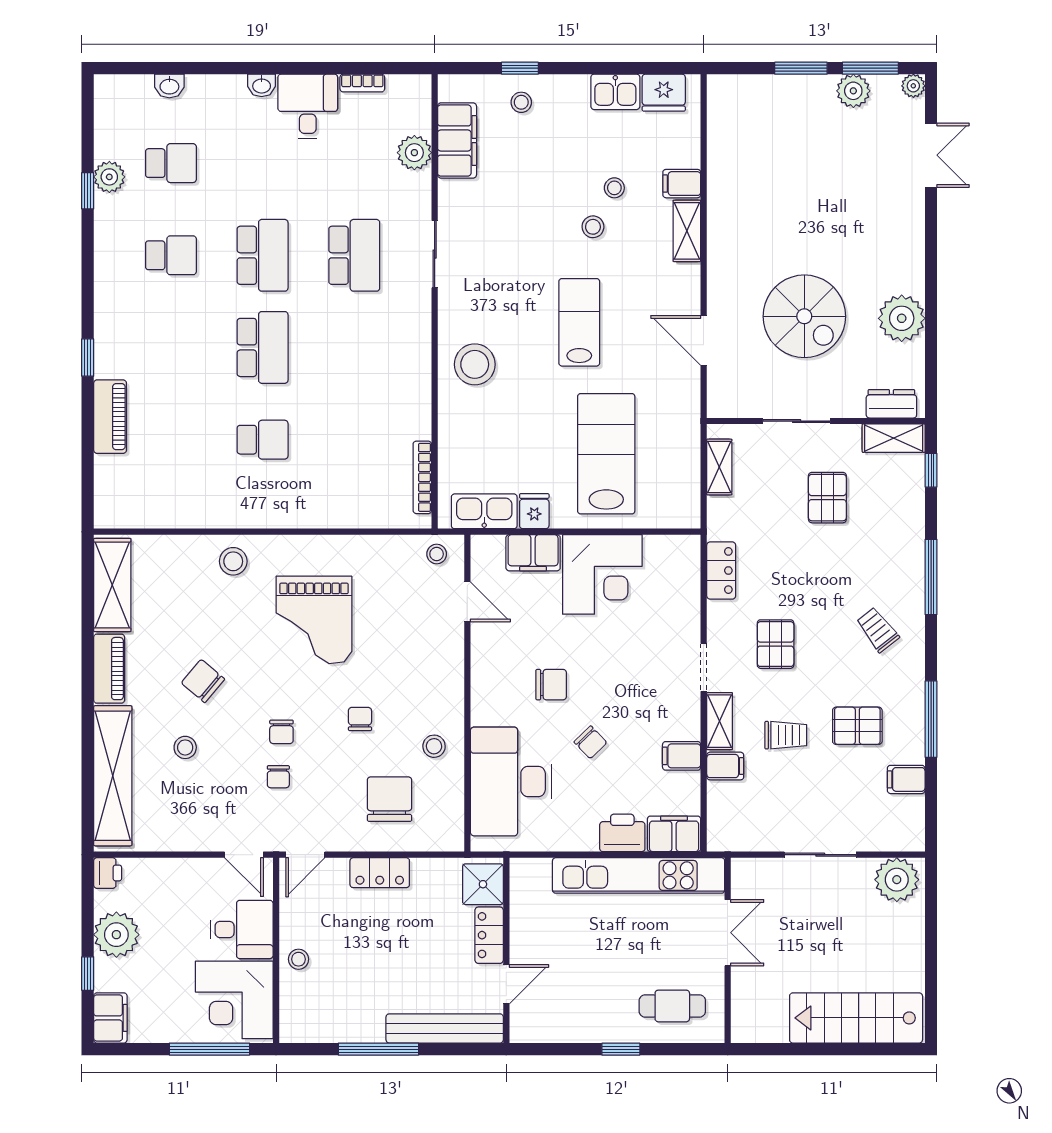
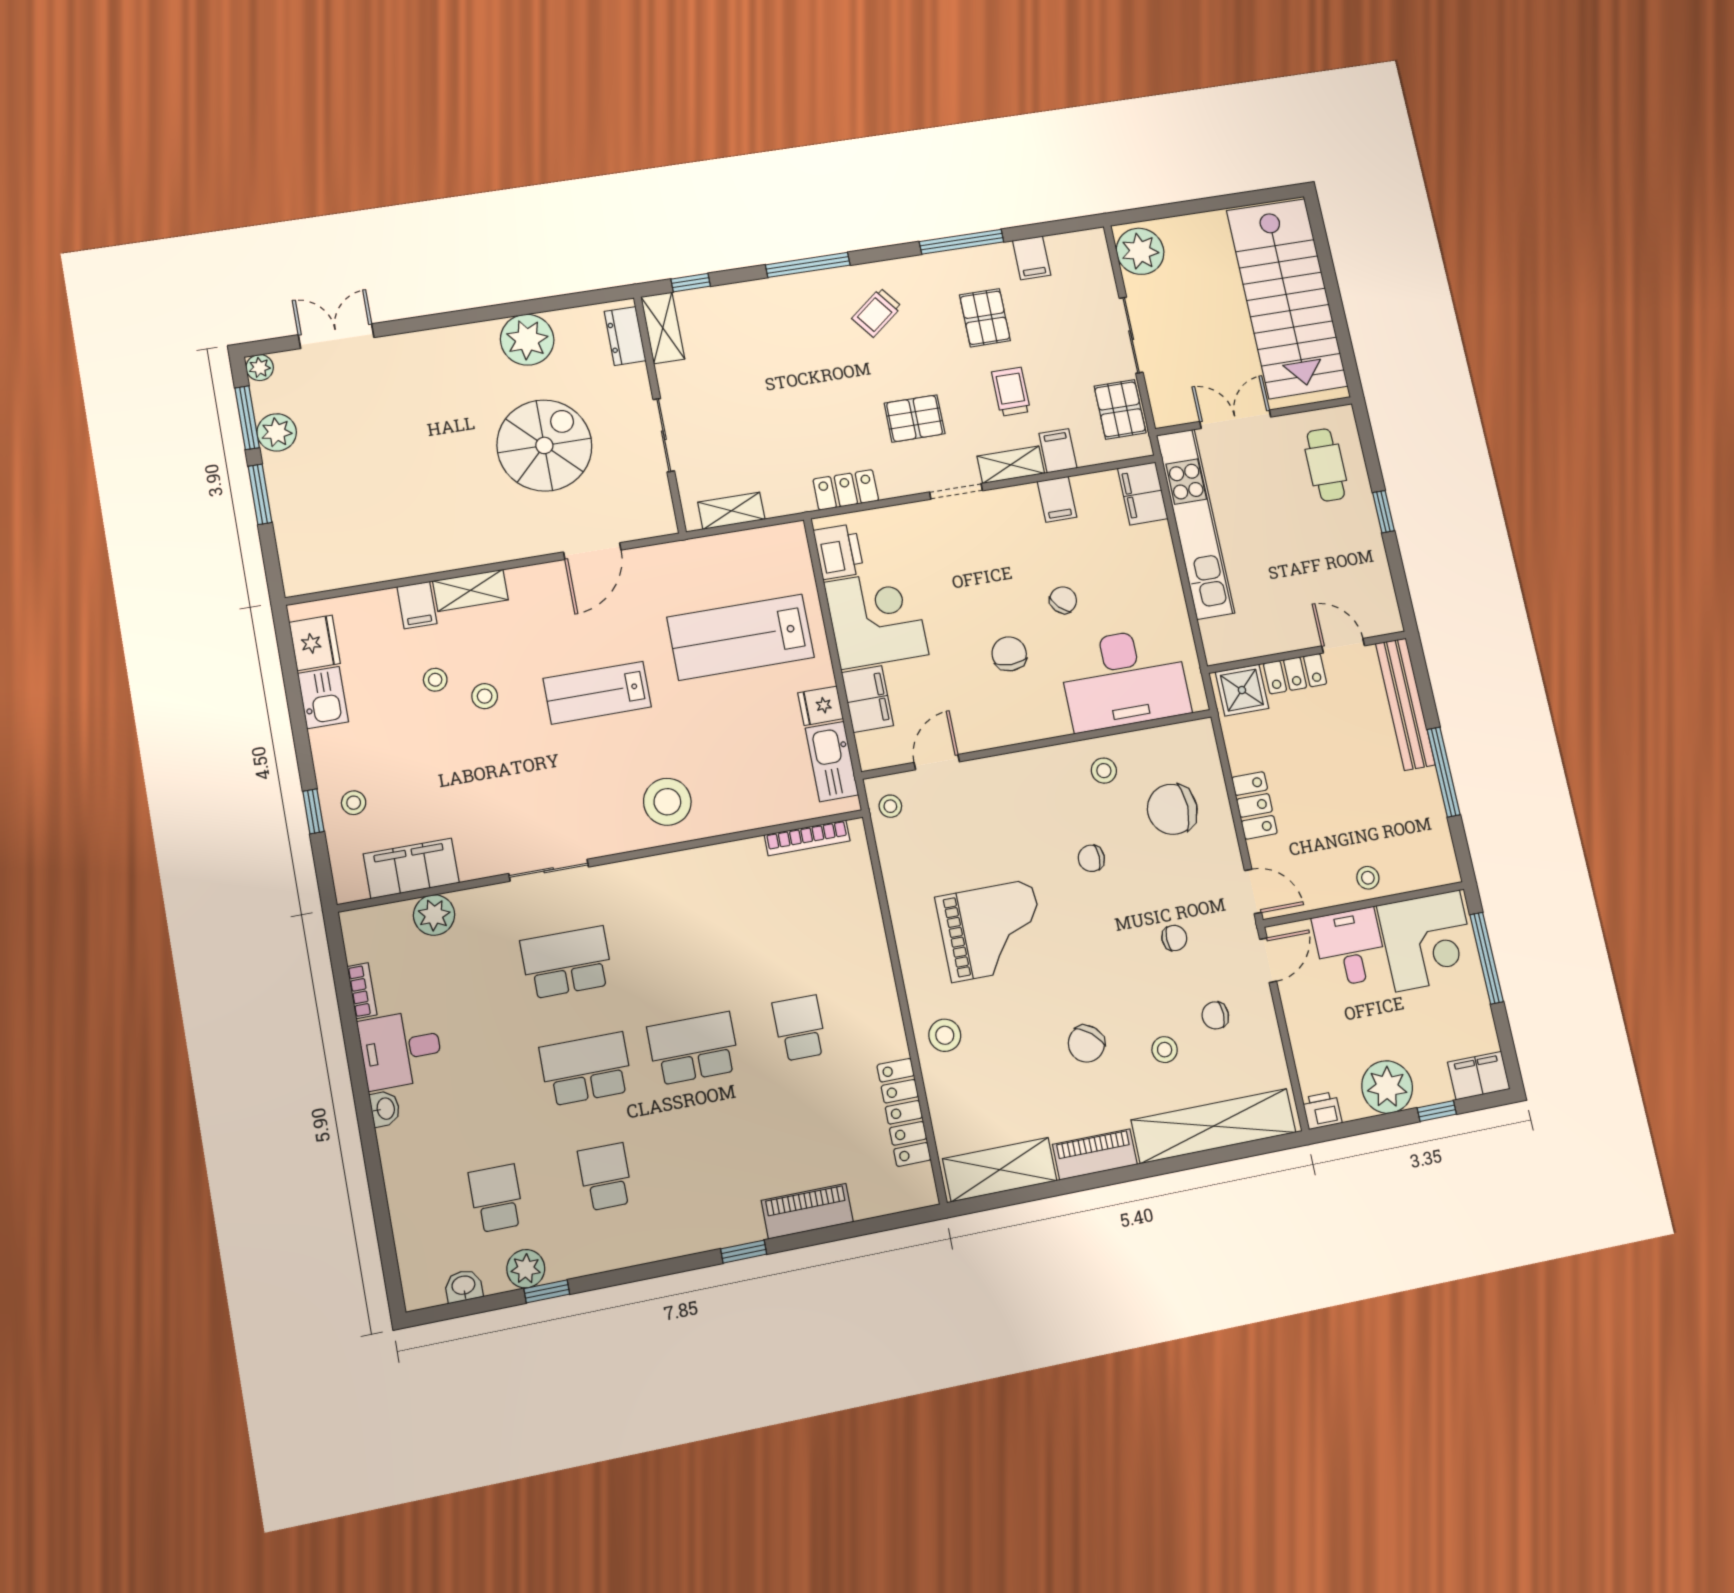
washbasin: (169, 86) -> (464, 1286), moved, turned -90
pallet: (827, 498) -> (1120, 409), moved, turned 90
locker: (176, 514) -> (904, 1112), added
chair: (281, 732) -> (1215, 1015), moved, turned 180
printer: (622, 833) -> (839, 552), moved, turned 180
stairs: (856, 1018) -> (1287, 298), width x1.36, depth x1.51

